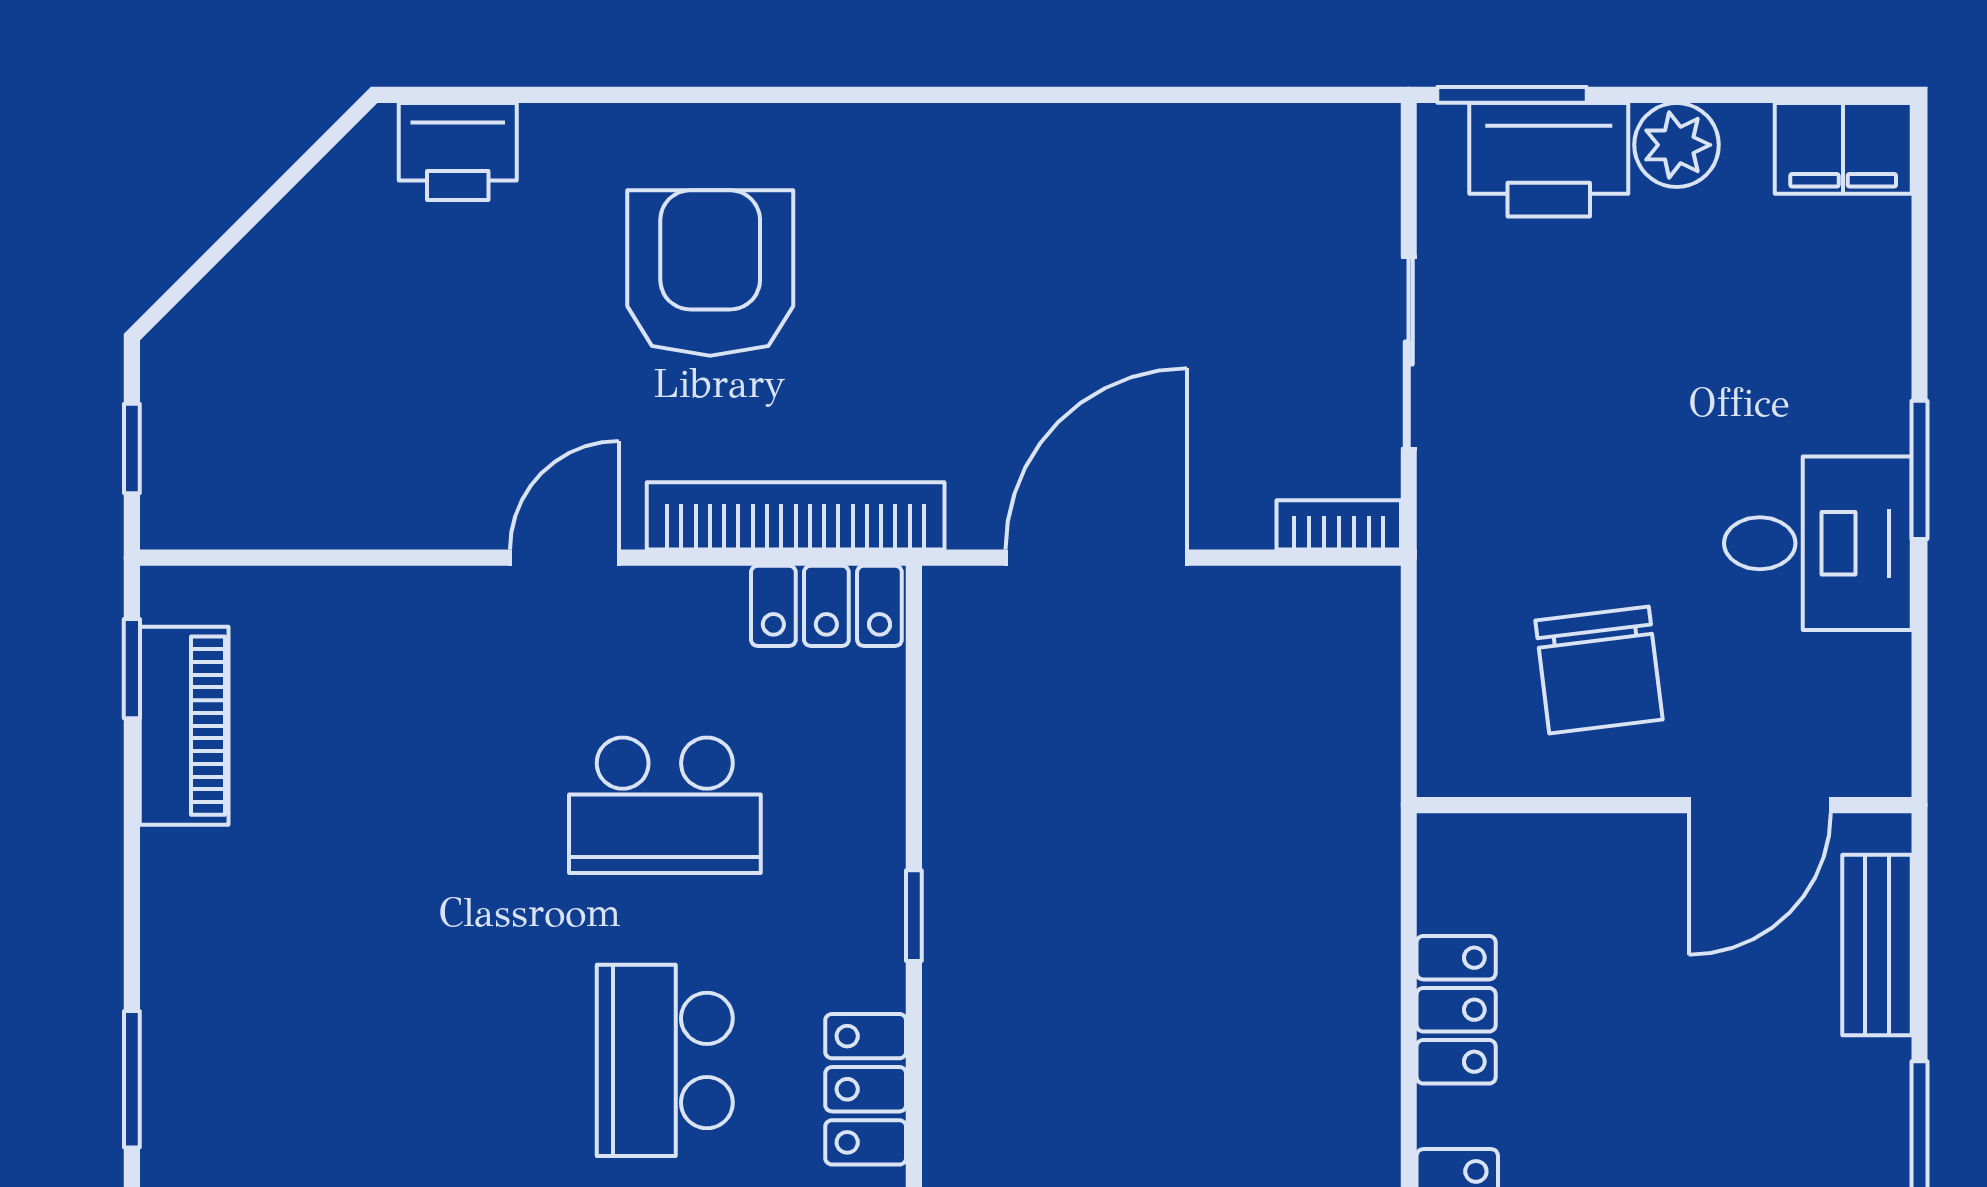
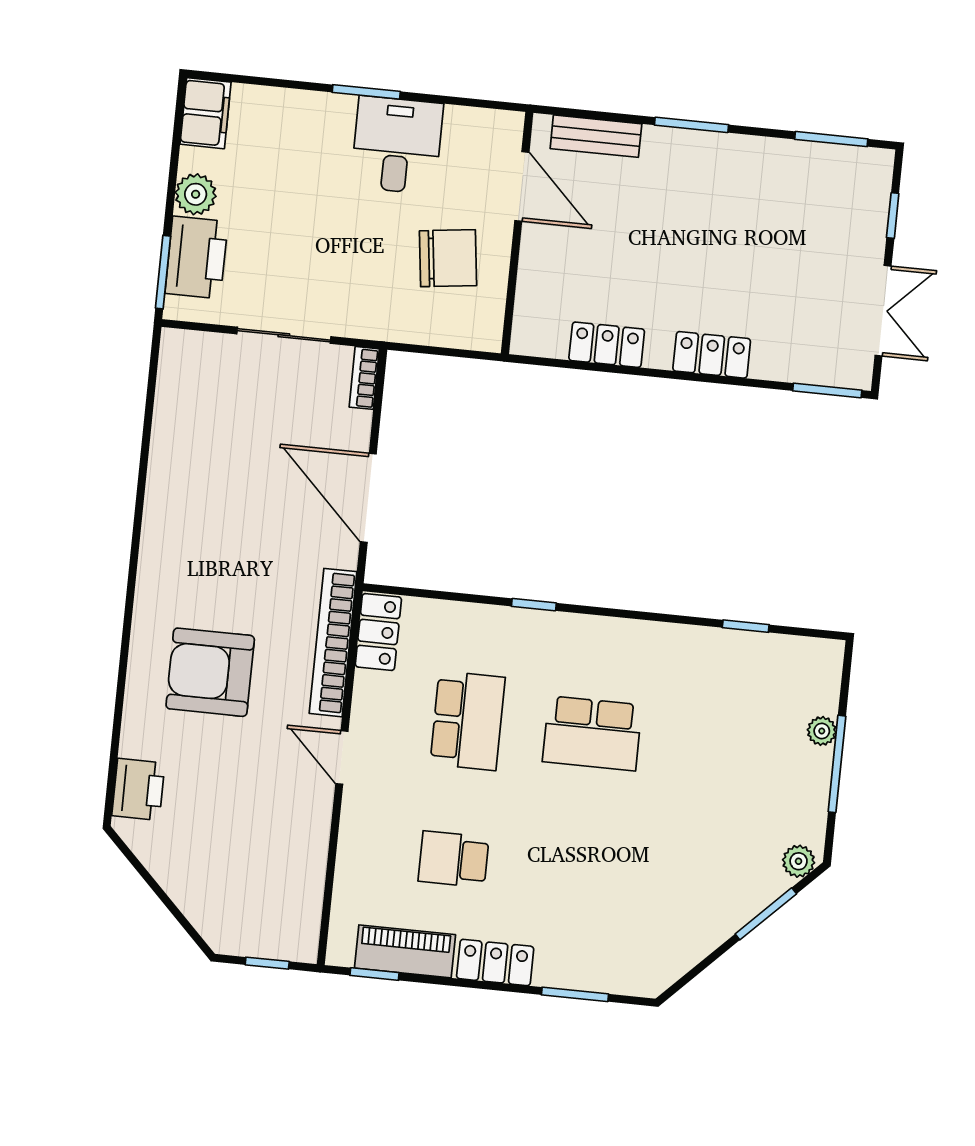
school desk: (381, 805) -> (454, 859), added
locker: (866, 1089) -> (495, 962), moved, turned 180

